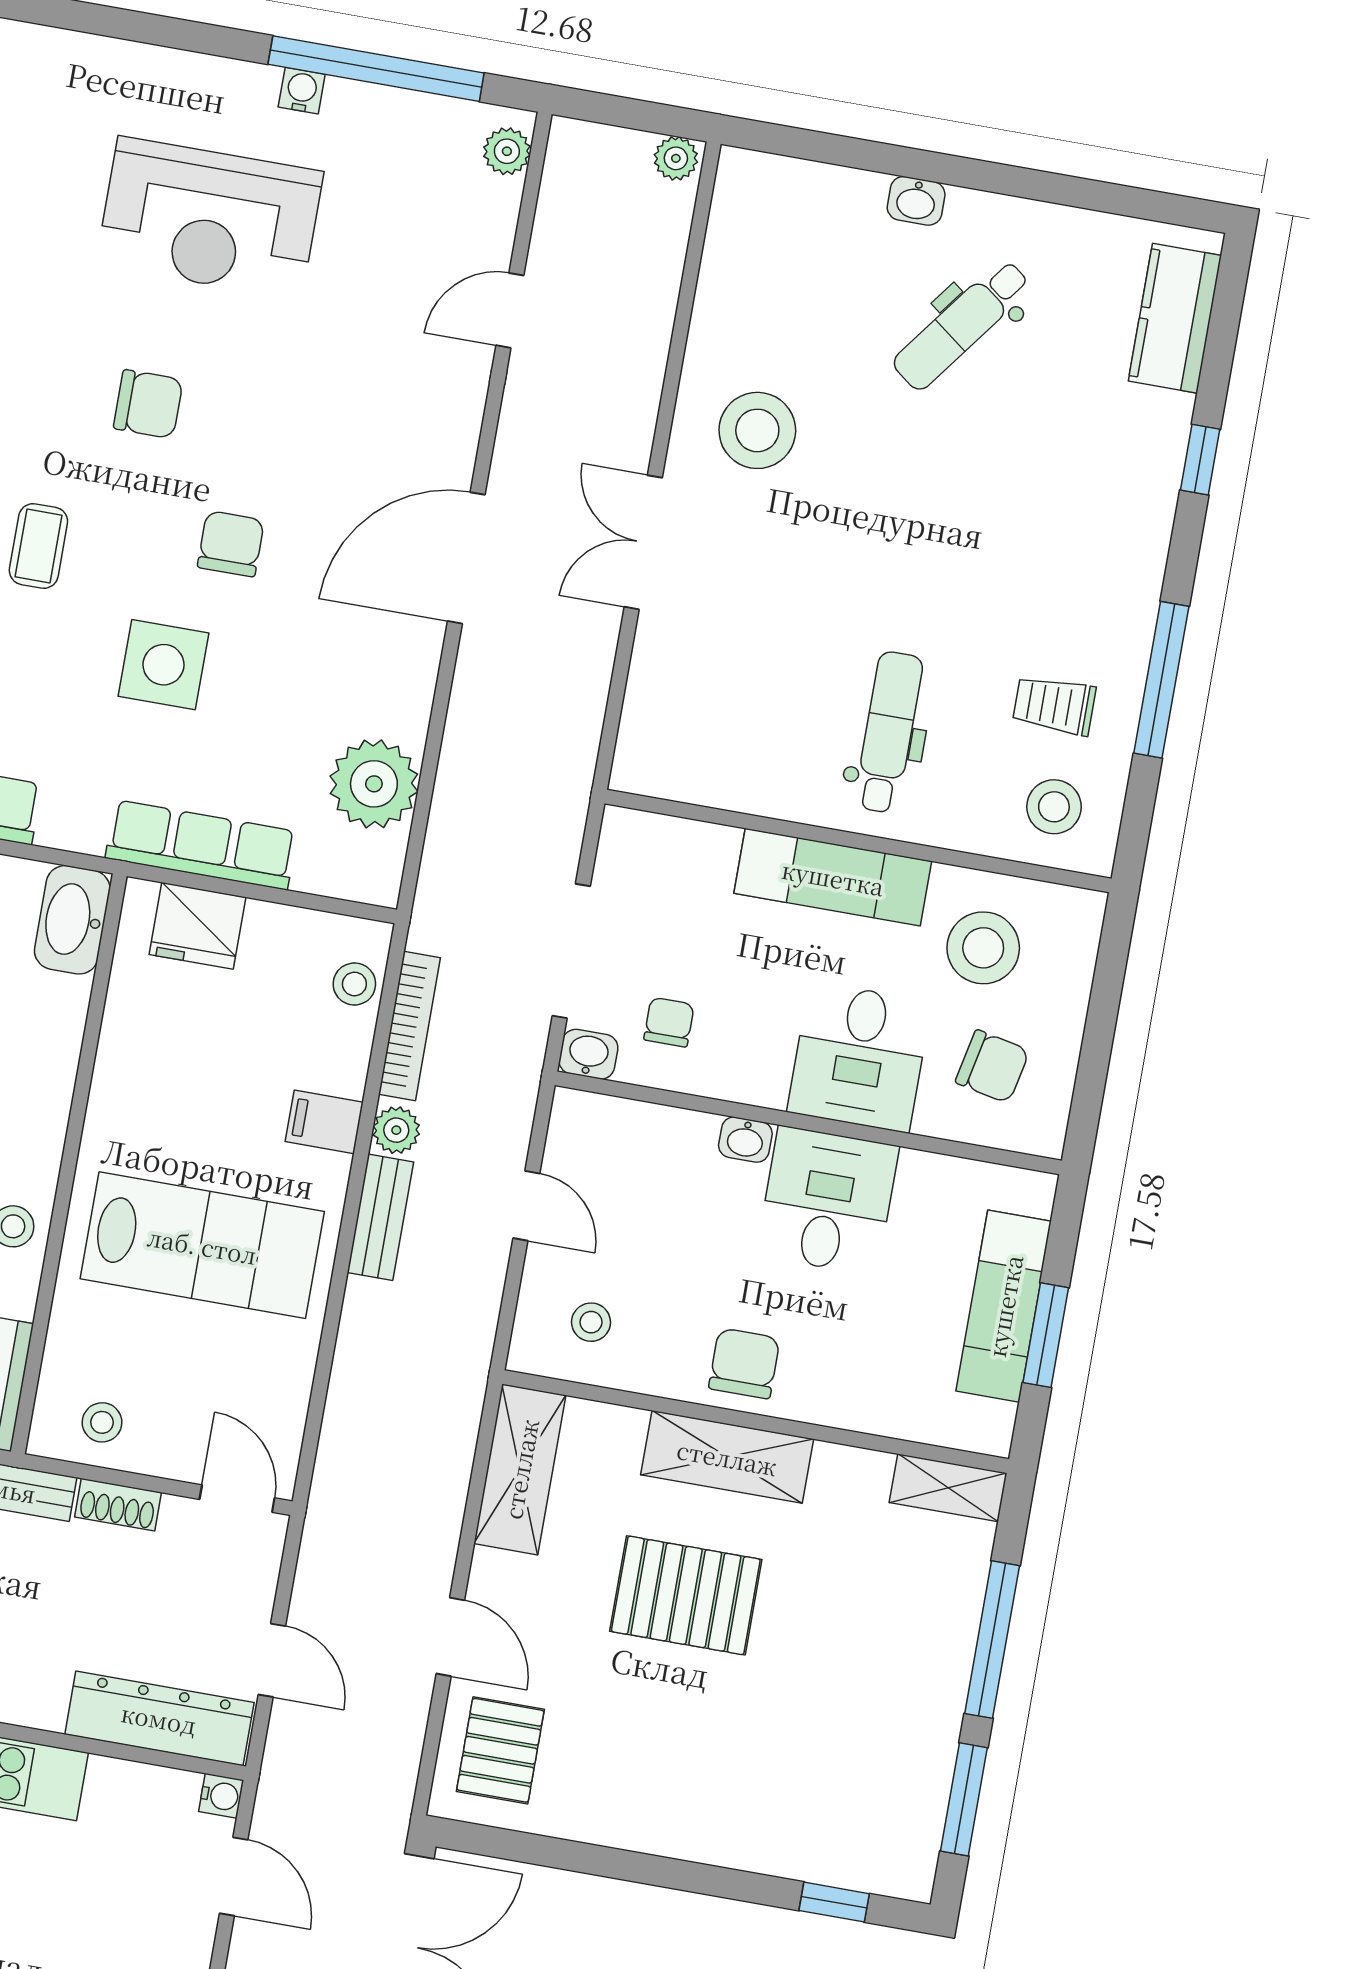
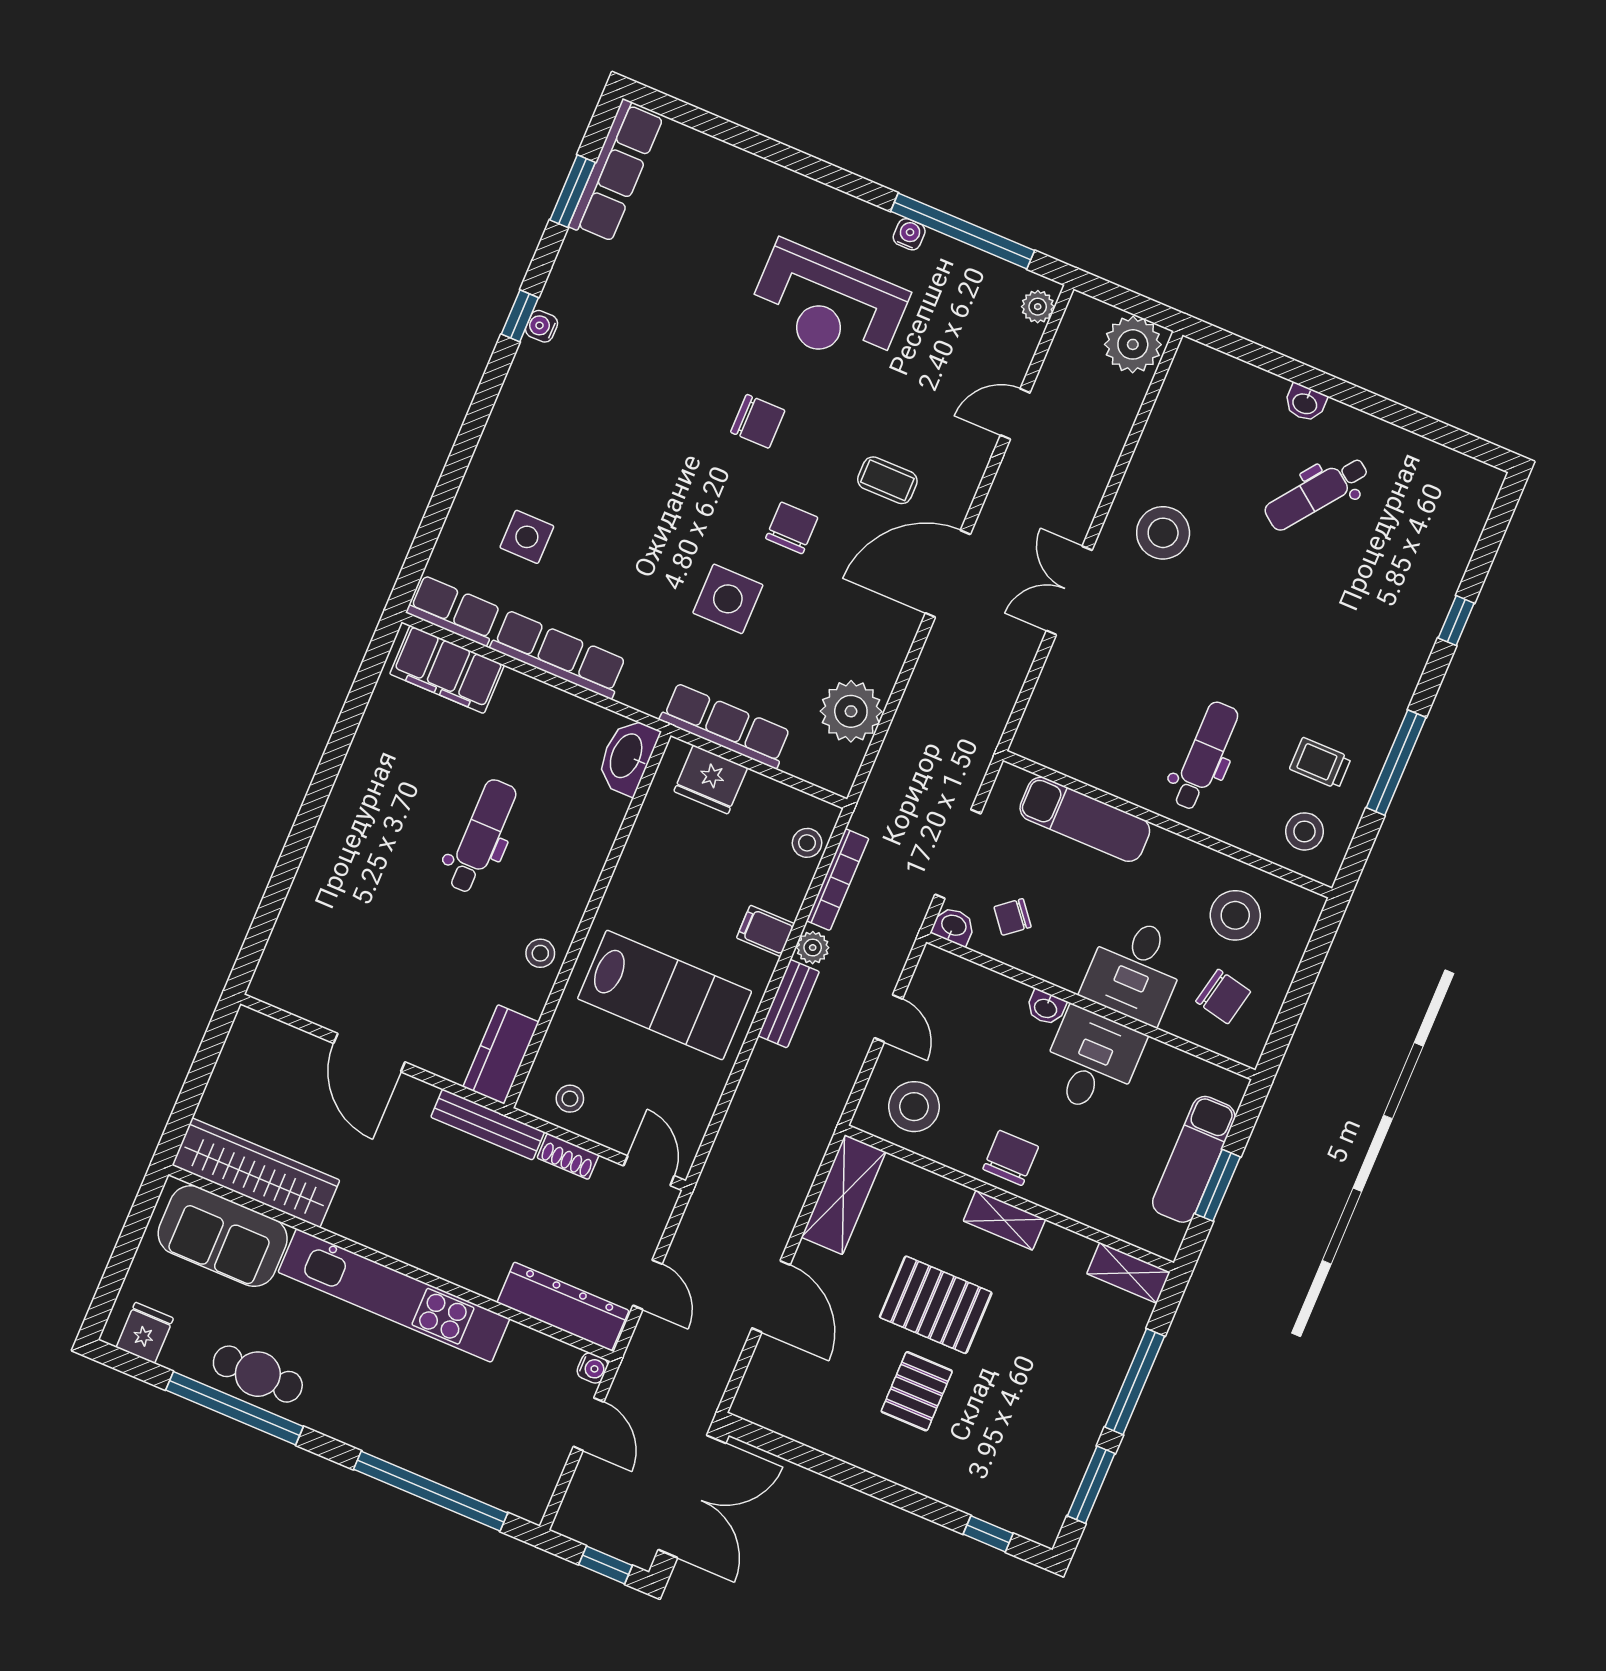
plant: (676, 158) -> (1133, 344), width x1.88, depth x1.88
kitchen counter: (1175, 318) -> (1461, 522), removed
coffee table: (38, 546) -> (887, 480), moved, turned 90
exam couch: (833, 877) -> (1085, 819), moved
chair: (669, 1022) -> (1013, 917), turned -129
stool: (591, 1322) -> (914, 1107), width x1.89, depth x1.89
shelving: (727, 1457) -> (1004, 1220), width x0.67, depth x0.75
door: (450, 1637) -> (771, 1296), width x1.38
pallet: (500, 1750) -> (917, 1391), moved

